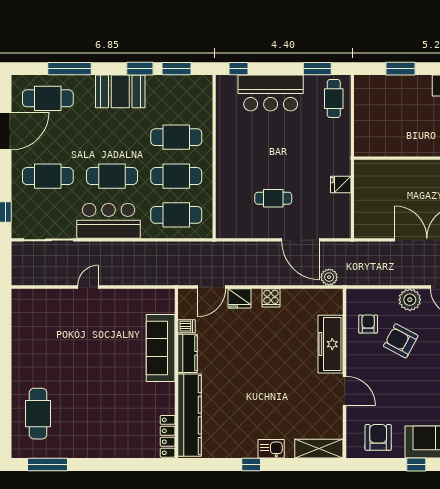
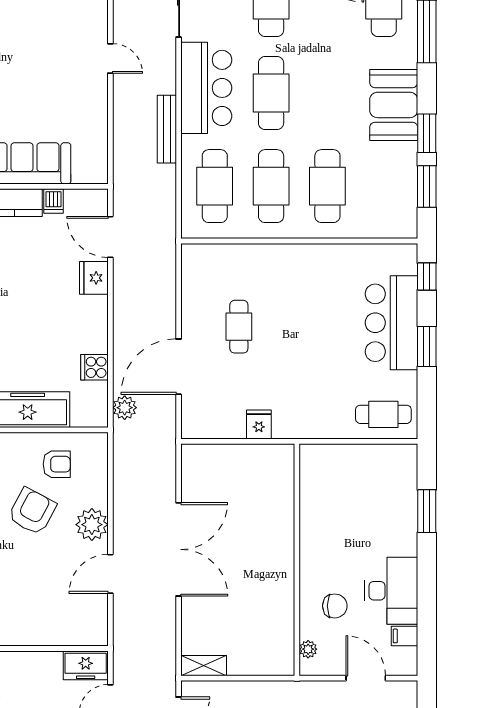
window: (317, 69) -> (427, 346), moved
bench: (137, 248) -> (167, 129), added
cooker: (271, 298) -> (94, 367), moved

